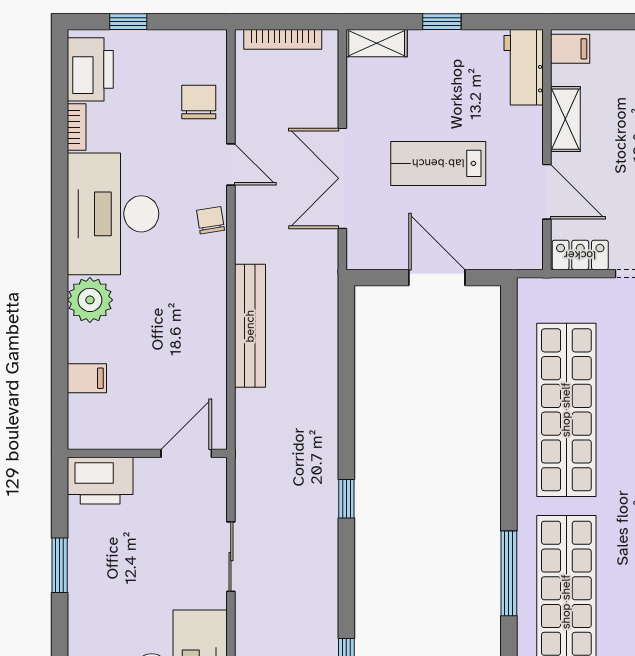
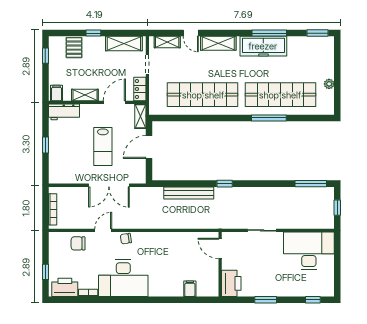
shelving: (377, 43) -> (140, 116), moved
plant: (90, 300) -> (158, 287), removed
bench: (250, 326) -> (189, 193), moved
window: (346, 499) -> (225, 184), moved

